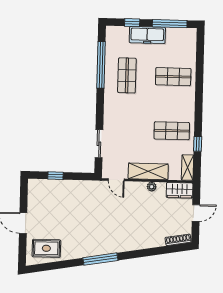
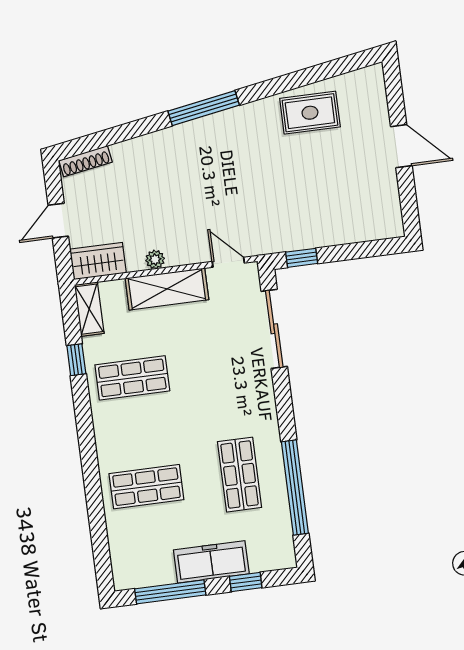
sliding door: (99, 144) -> (274, 329), width x1.37
window: (55, 176) -> (302, 258), moved
rug: (46, 248) -> (310, 113), moved
window: (100, 259) -> (204, 108), moved

